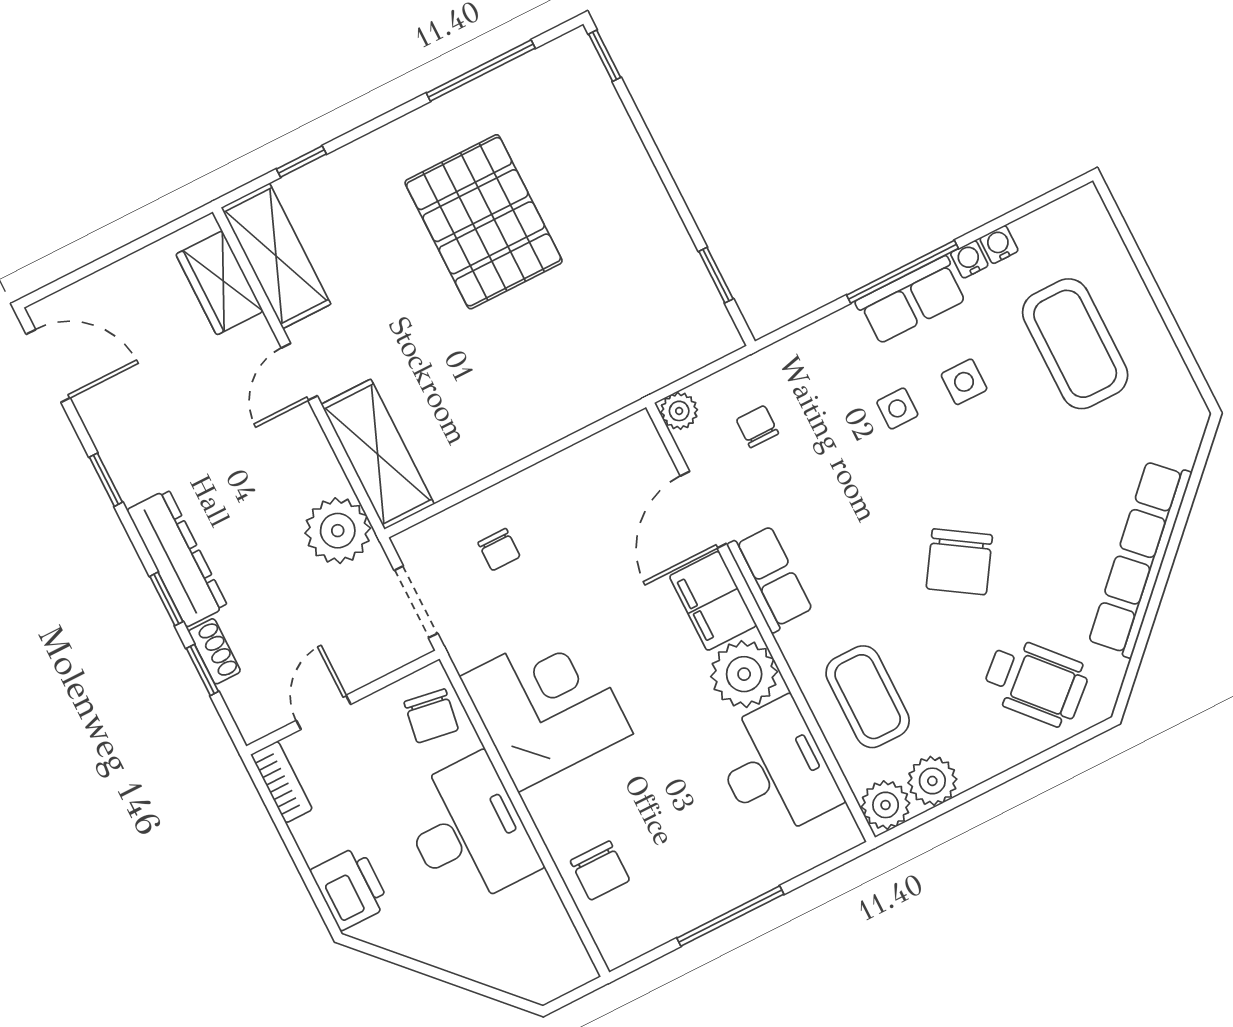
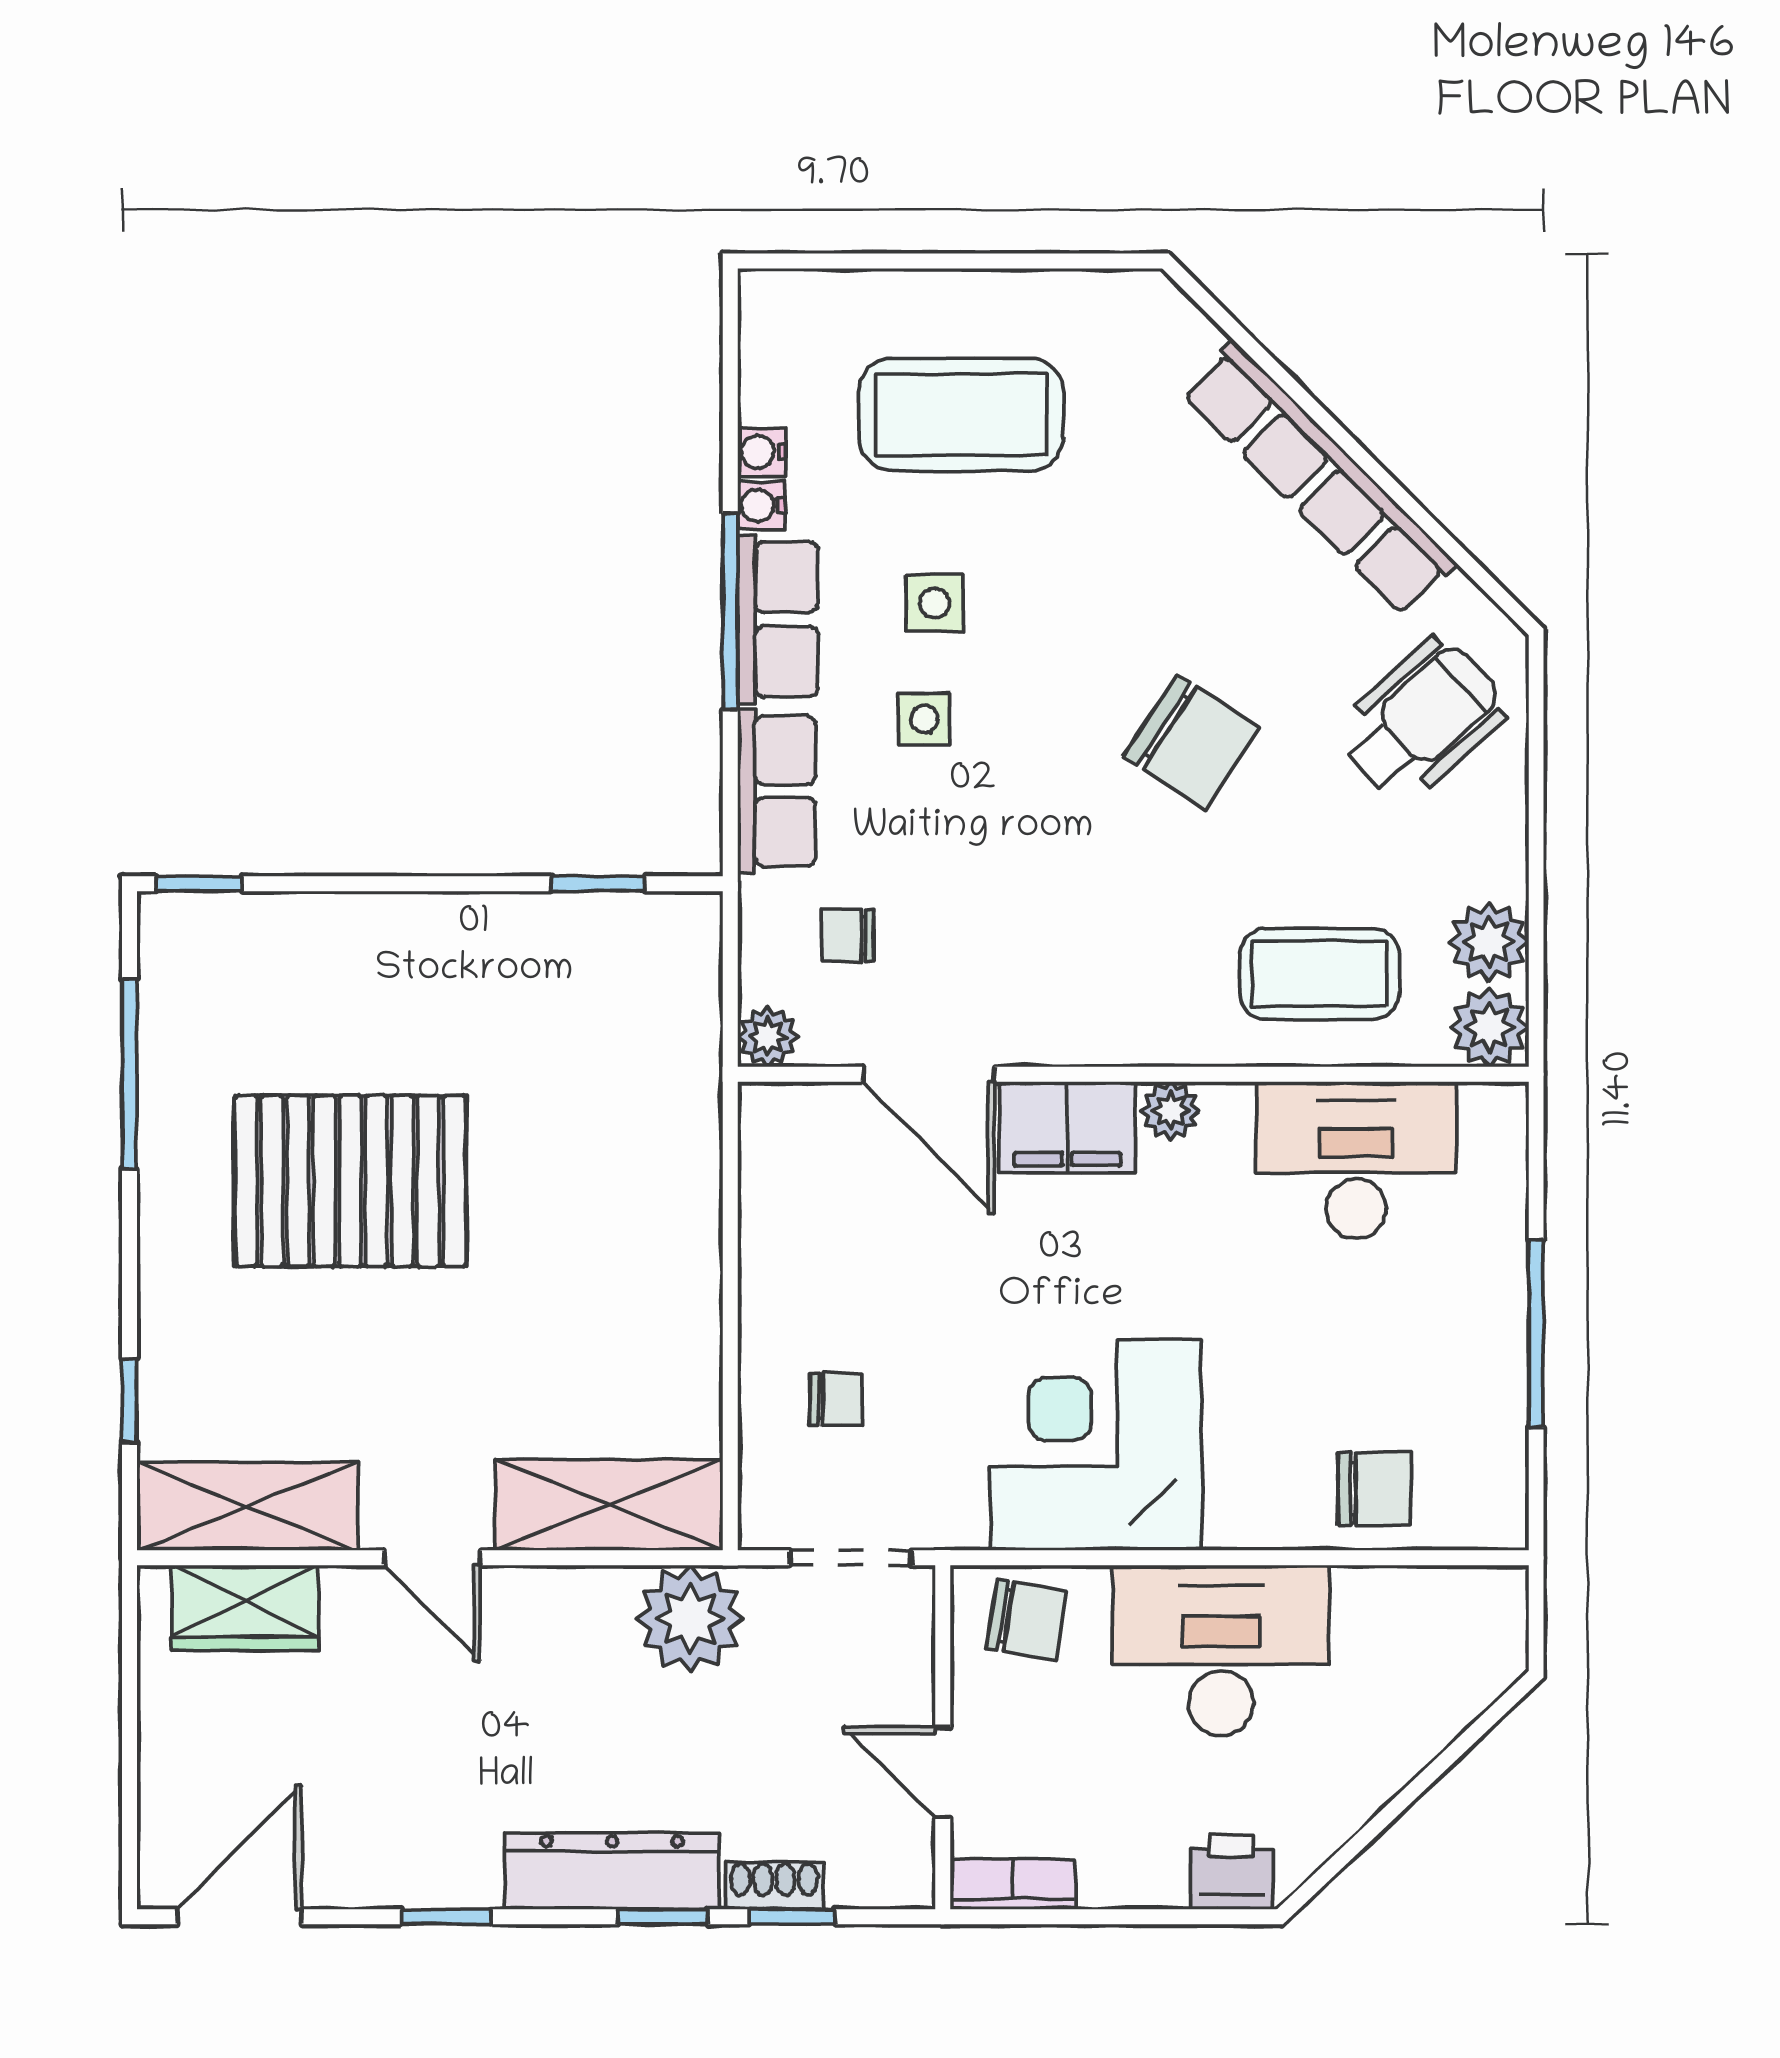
row of seats: (770, 578) -> (777, 791), moved, turned 90
plant: (744, 674) -> (1171, 1111), width x0.53, depth x0.53
printer: (350, 888) -> (1231, 1872), width x0.73, depth x0.81

